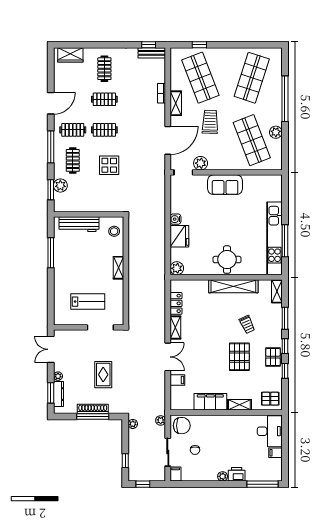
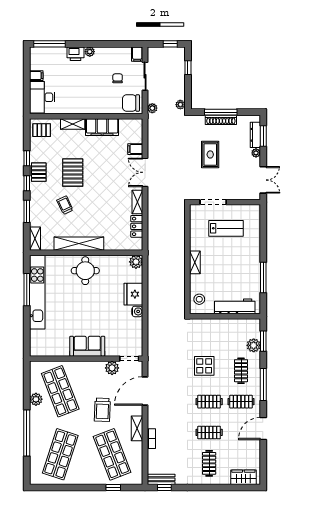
lab bench: (88, 302) -> (226, 228), turned 180

